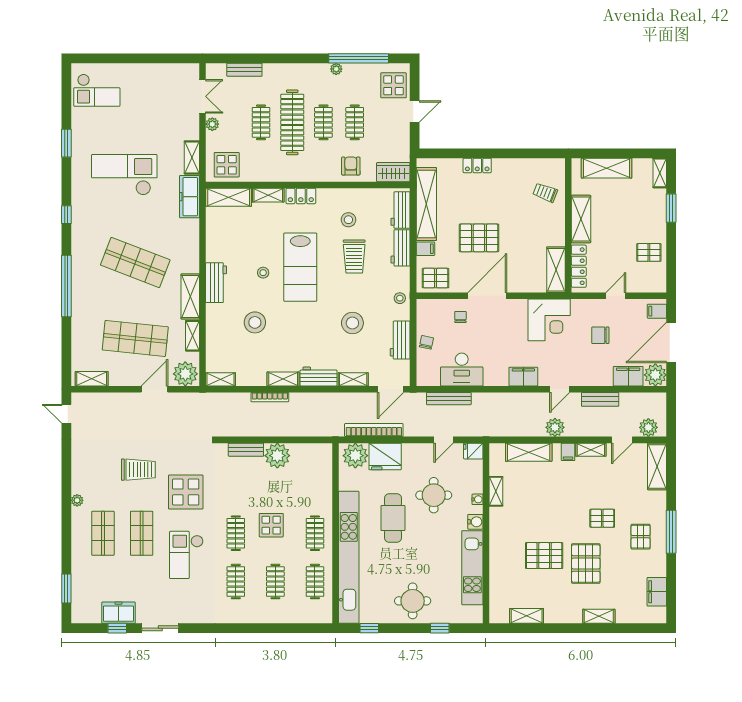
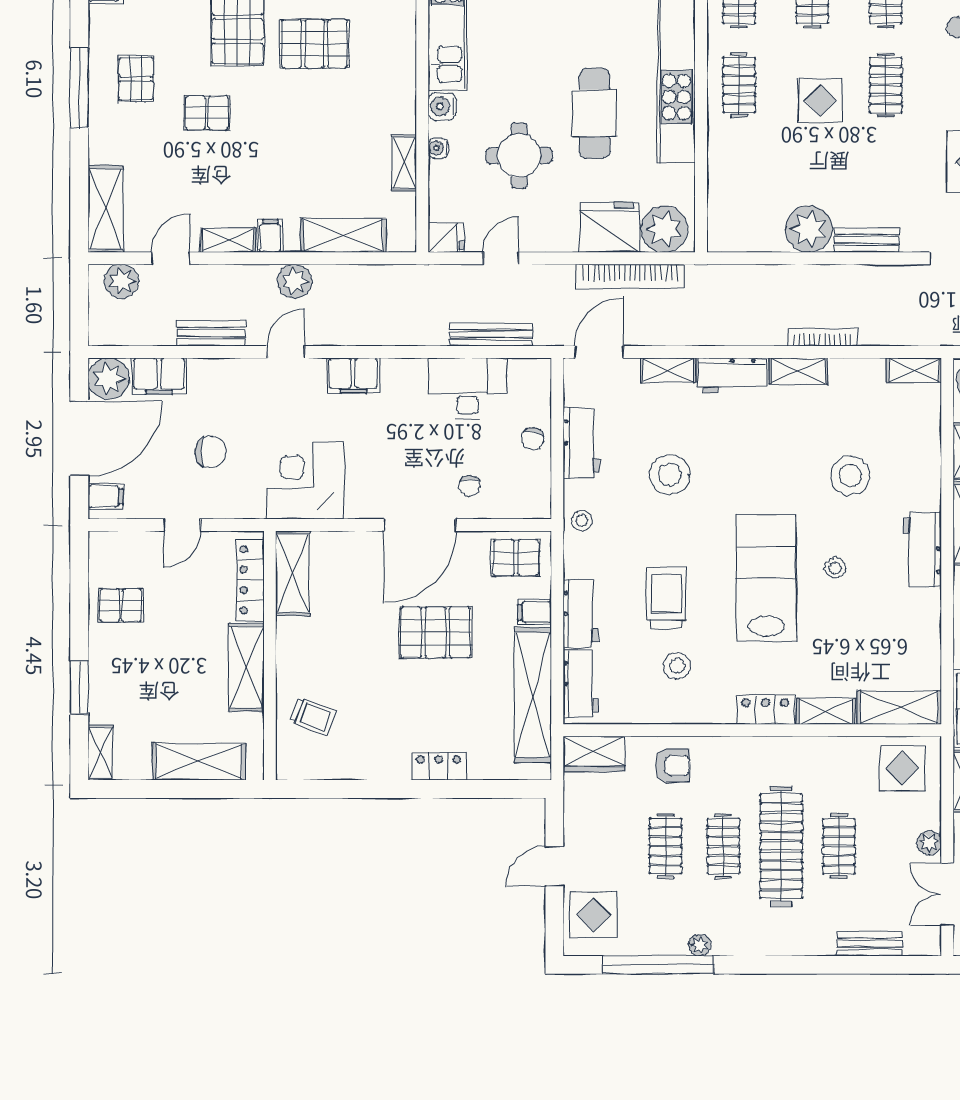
armchair: (351, 166) -> (673, 765), turned -90

